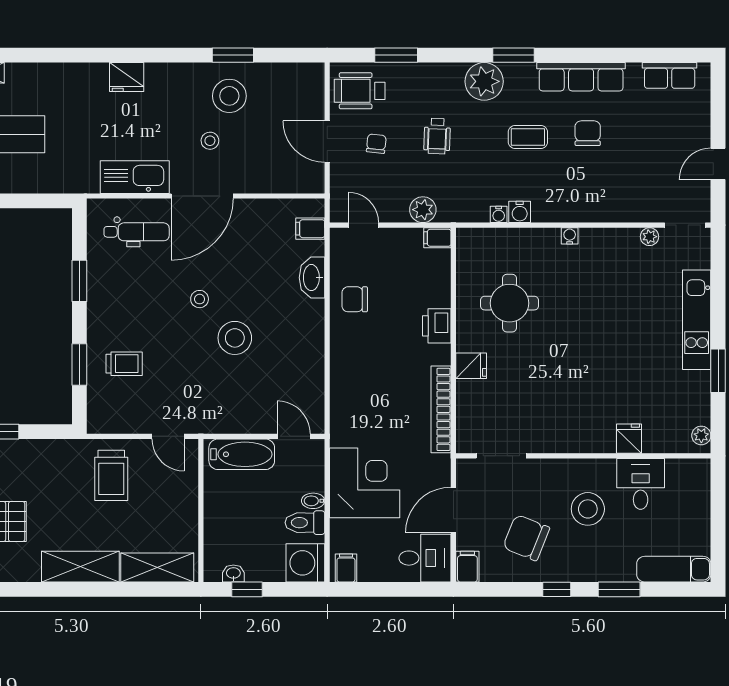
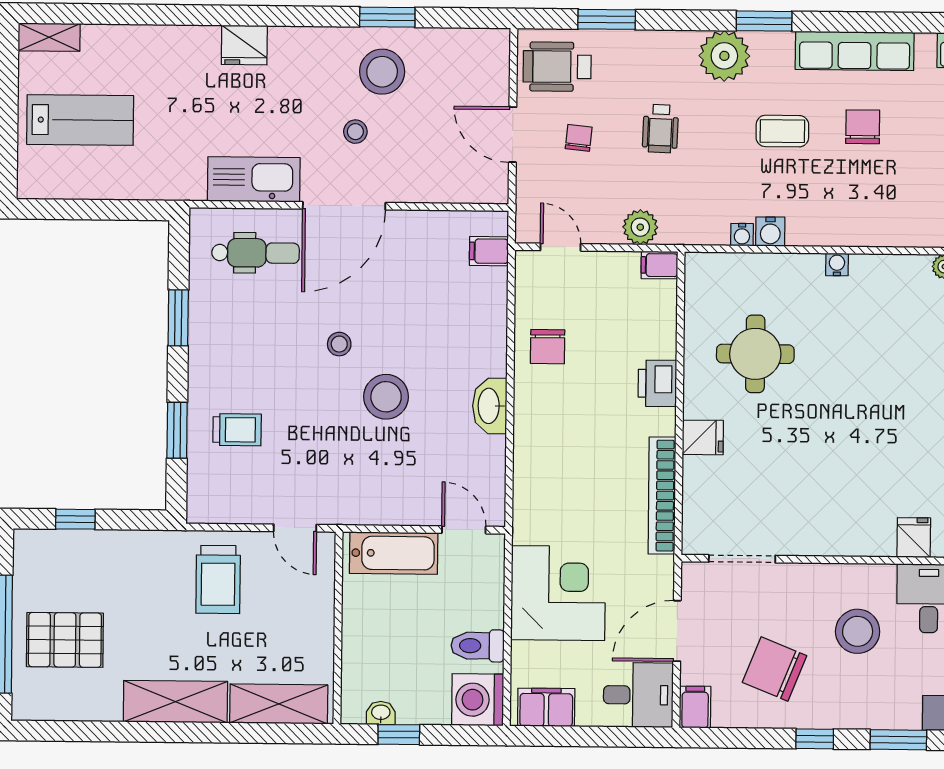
washbasin: (312, 278) -> (490, 406), moved
chair: (355, 299) -> (548, 347), turned -90
bidet: (313, 501) -> (489, 617), removed
filing cabinet: (346, 568) -> (546, 707), width x2.00

